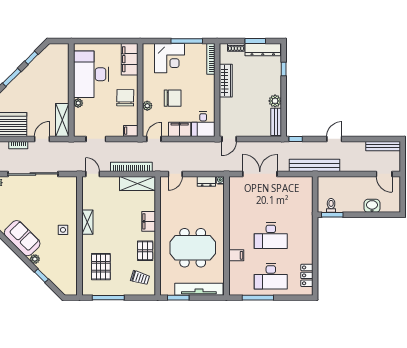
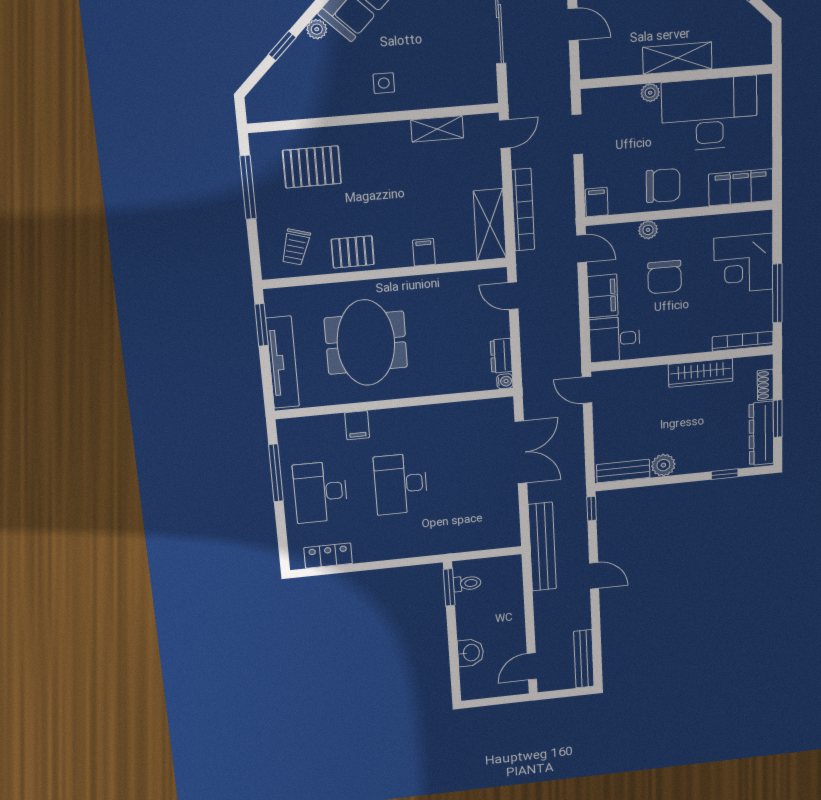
shelving: (62, 120) -> (677, 58), moved
filing cabinet: (149, 221) -> (424, 252), width x0.50
shelving: (87, 222) -> (437, 129), moved

